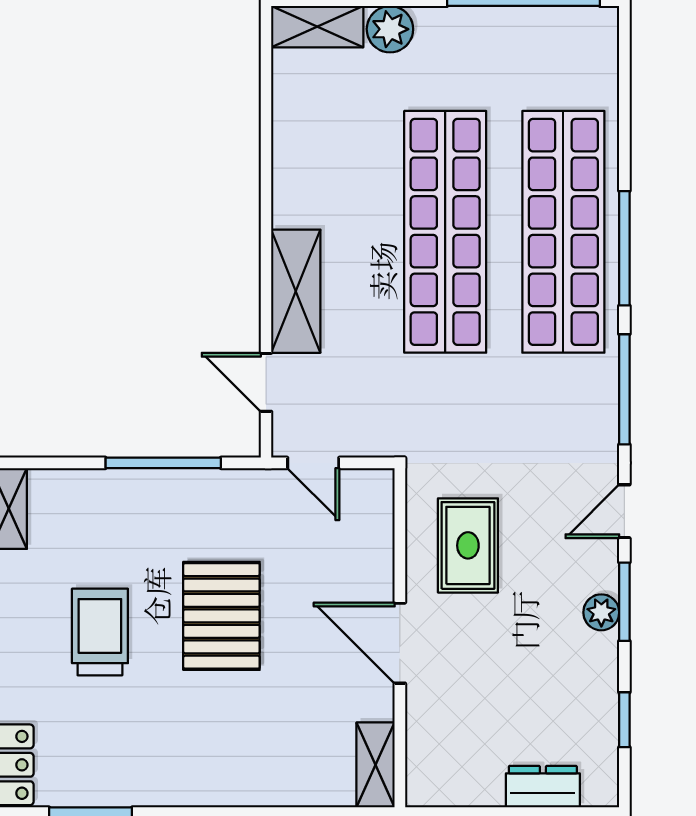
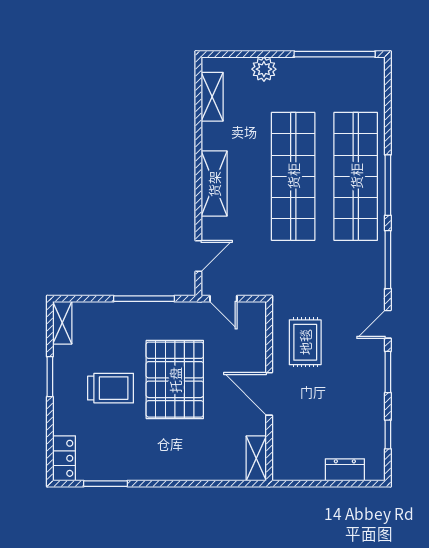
shelving: (317, 27) -> (212, 97), moved, turned 90
shelving: (296, 291) -> (214, 184), moved
door: (266, 382) -> (198, 256), swing flipped
plant: (601, 612) -> (376, 378), removed
pallet: (221, 616) -> (175, 380), width x1.37, depth x1.41
trolley: (100, 632) -> (110, 388), turned 90

